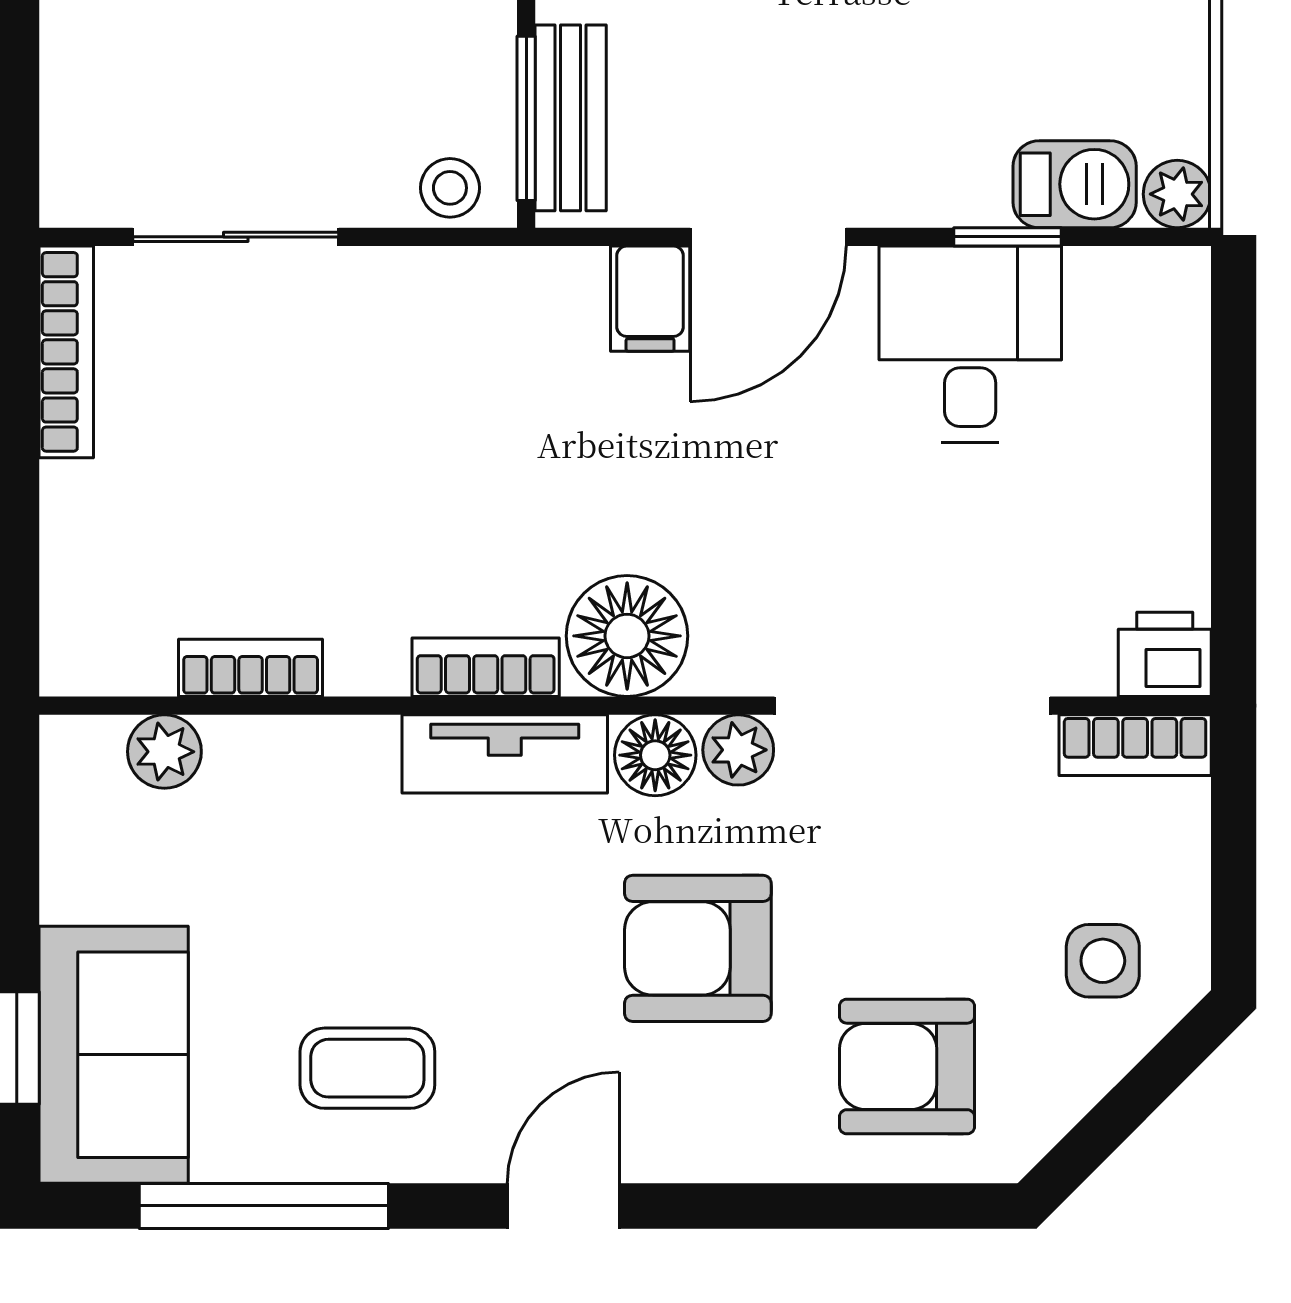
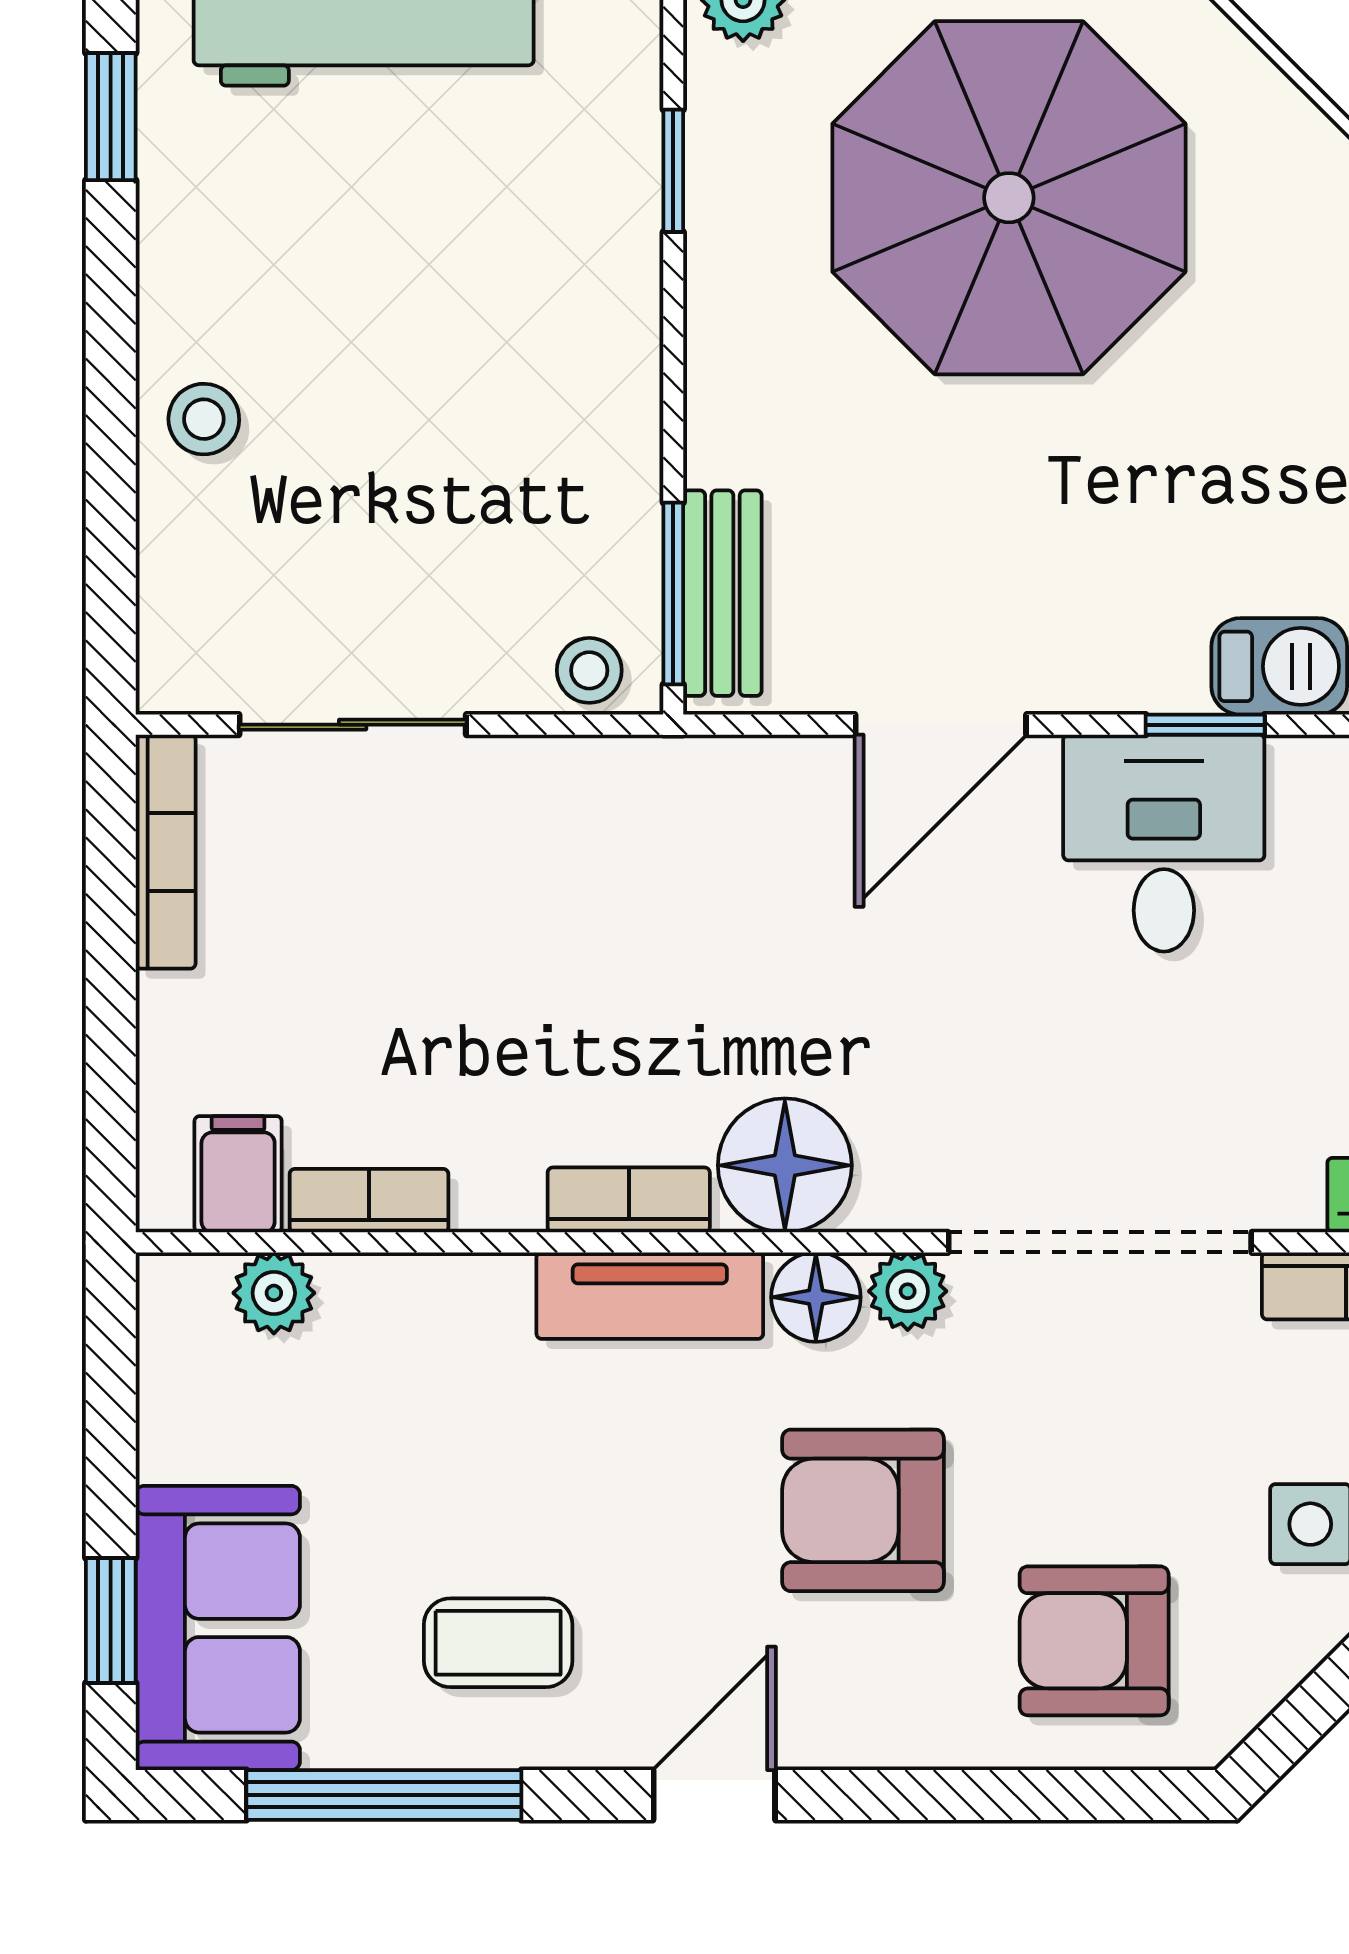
filing cabinet: (650, 299) -> (238, 1174), moved, turned 180

